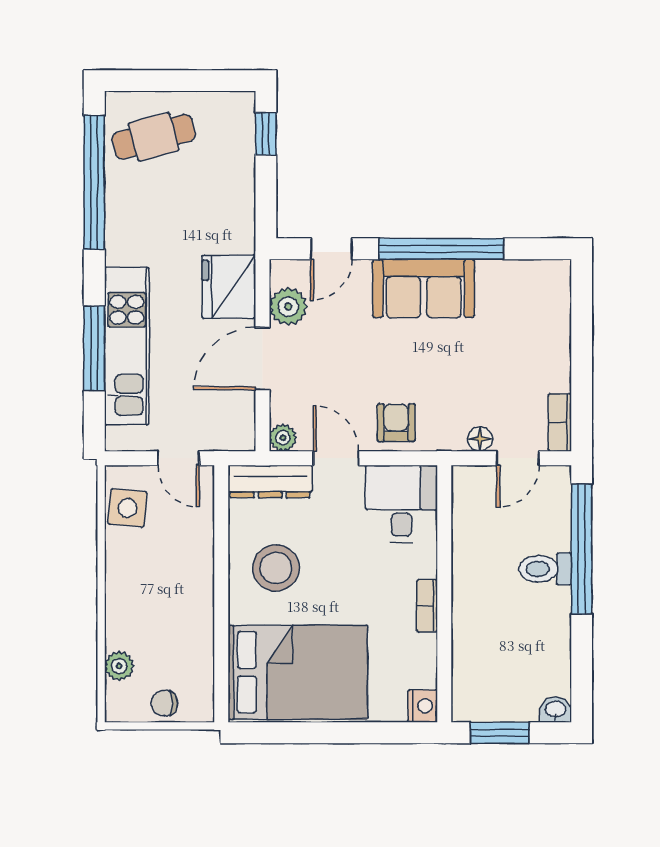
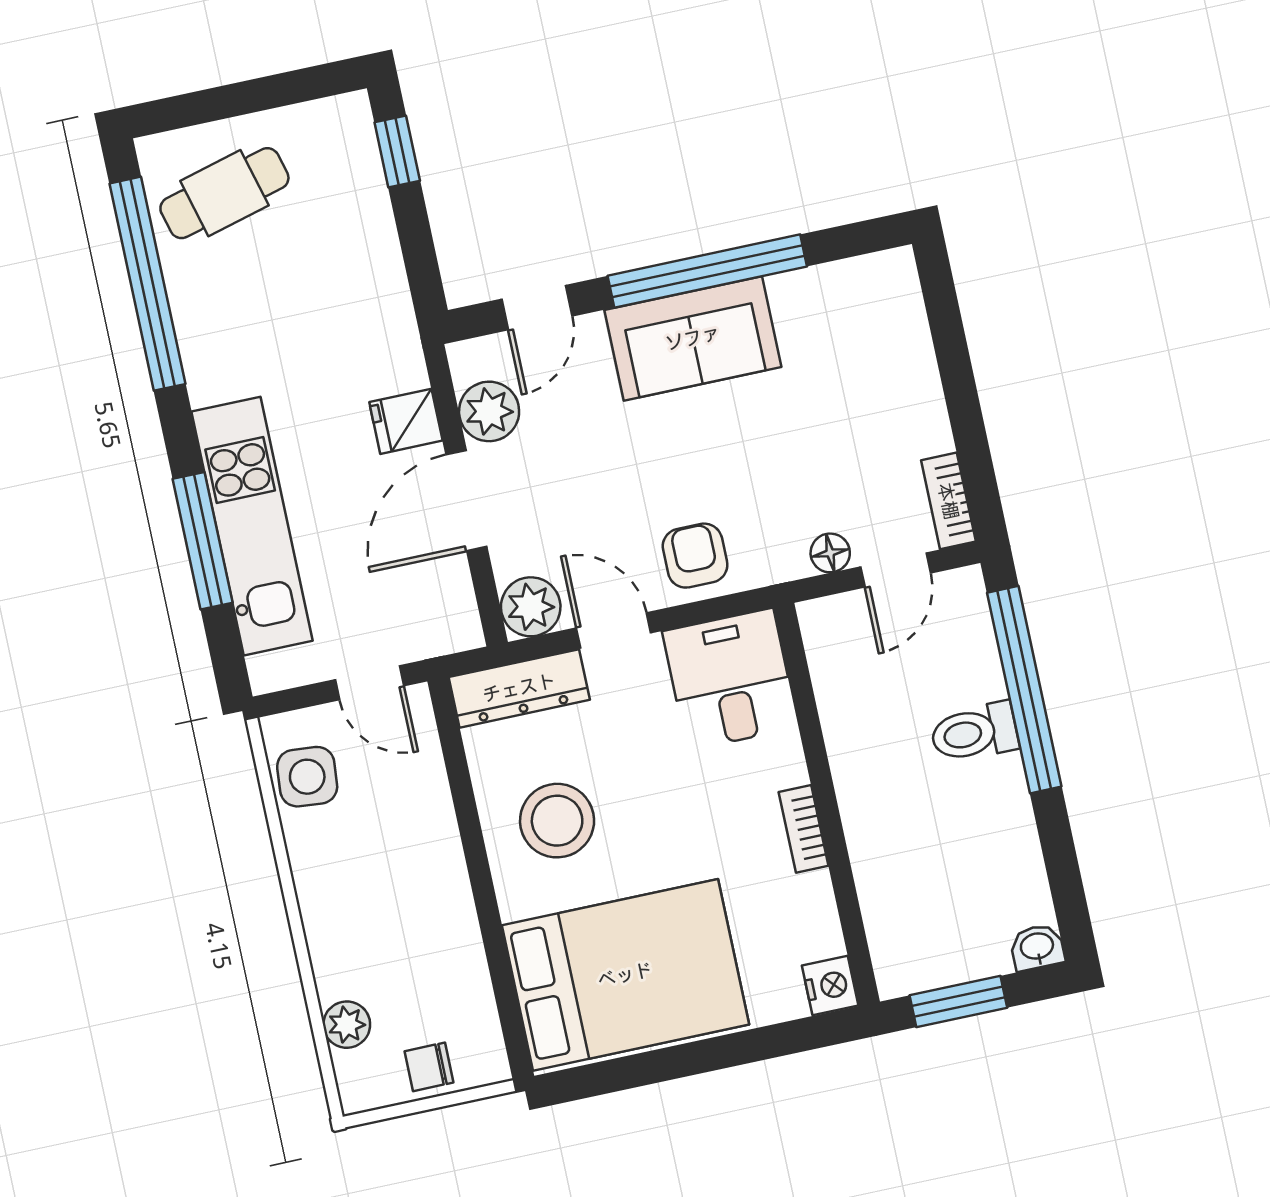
fridge: (229, 287) -> (406, 421), width x0.53, depth x0.75
plant: (283, 438) -> (531, 607), width x1.38, depth x1.38

